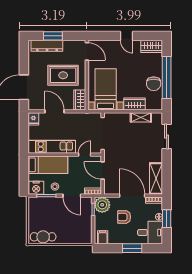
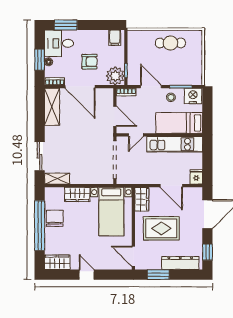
window: (53, 36) -> (158, 275), moved
window: (24, 55) -> (207, 252), added
shelving: (141, 117) -> (57, 179), moved
cafe table: (43, 237) -> (170, 43), moved
window: (132, 248) -> (66, 25), moved

